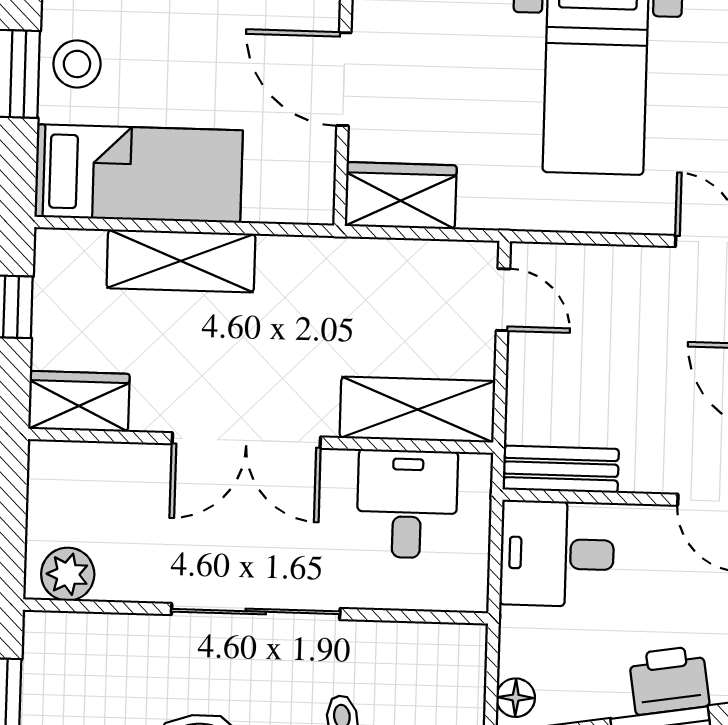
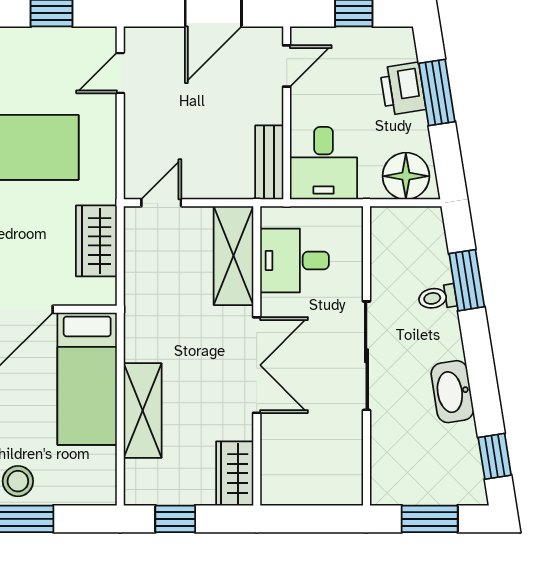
bed: (139, 174) -> (87, 379), moved, turned 180
wardrobe: (401, 196) -> (96, 241), moved
plant: (68, 574) -> (346, 477), removed
floor lamp: (516, 698) -> (406, 176), width x1.89, depth x1.89

